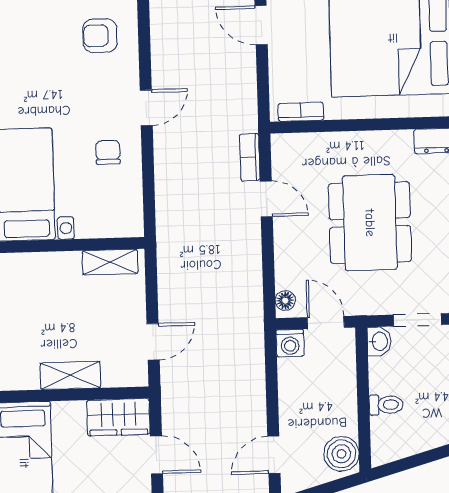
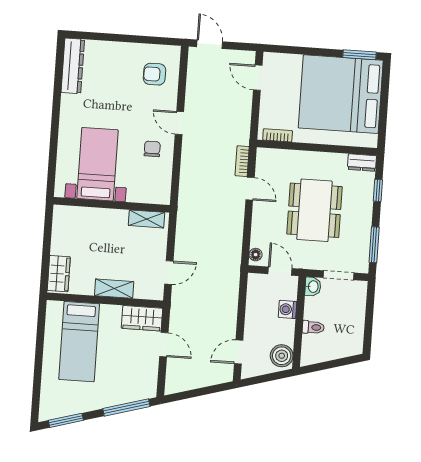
door: (146, 108) -> (179, 123), swing flipped
washing machine: (290, 343) -> (287, 309), moved, turned 90

